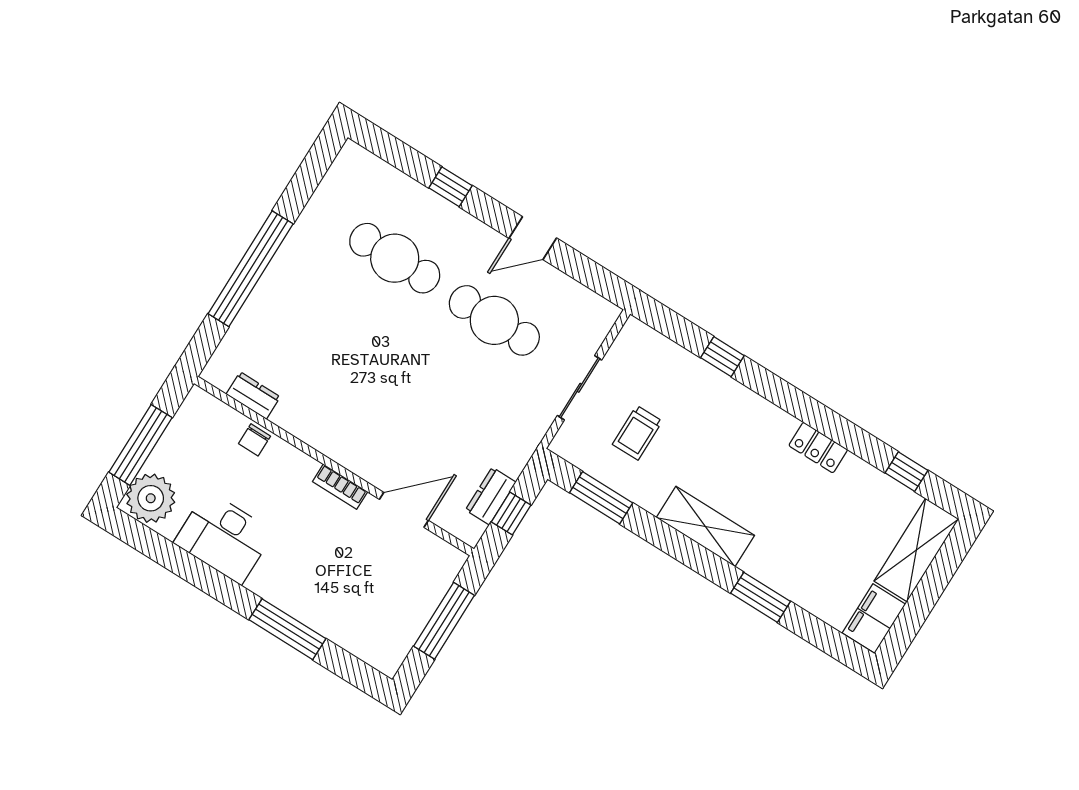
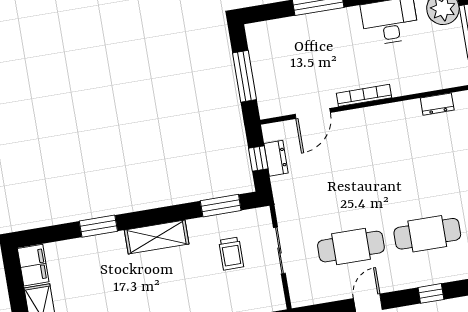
trolley: (637, 433) -> (231, 254), turned 180
chair: (255, 440) -> (417, 83), removed
bookcase: (340, 487) -> (364, 95), width x1.56

